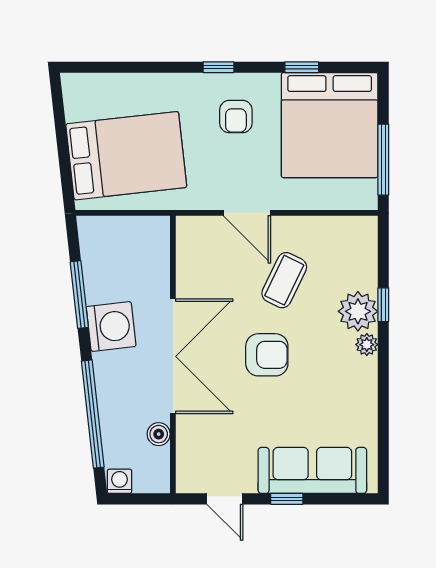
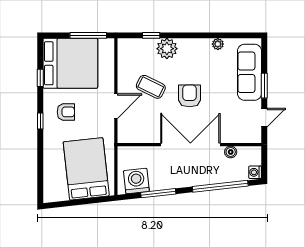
window: (383, 305) -> (151, 35), moved
washing machine: (111, 326) -> (136, 181), moved
plant: (367, 345) -> (218, 44), moved
window: (287, 499) -> (264, 86), width x1.50

